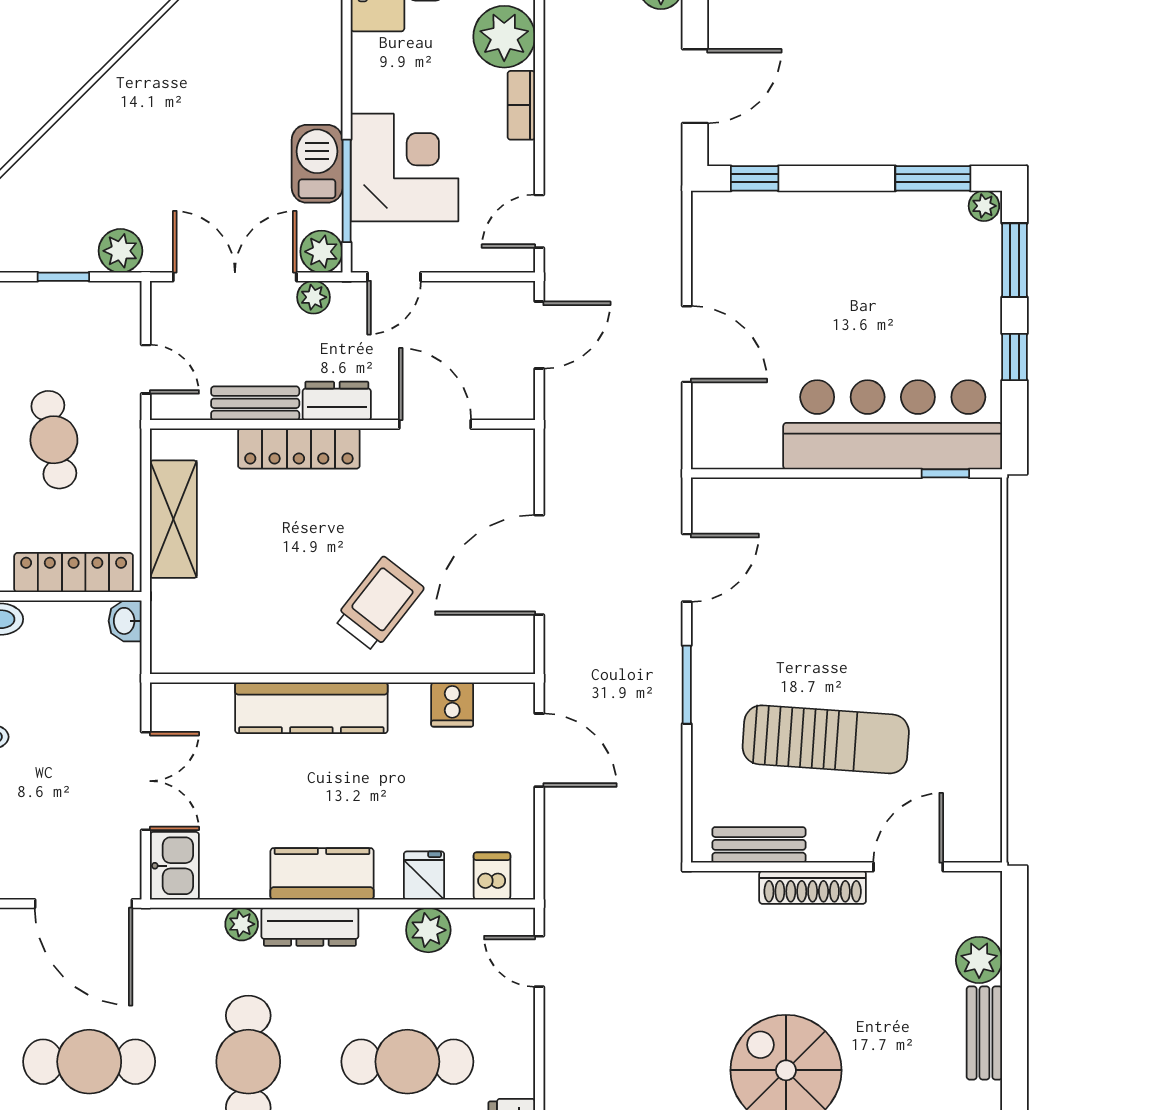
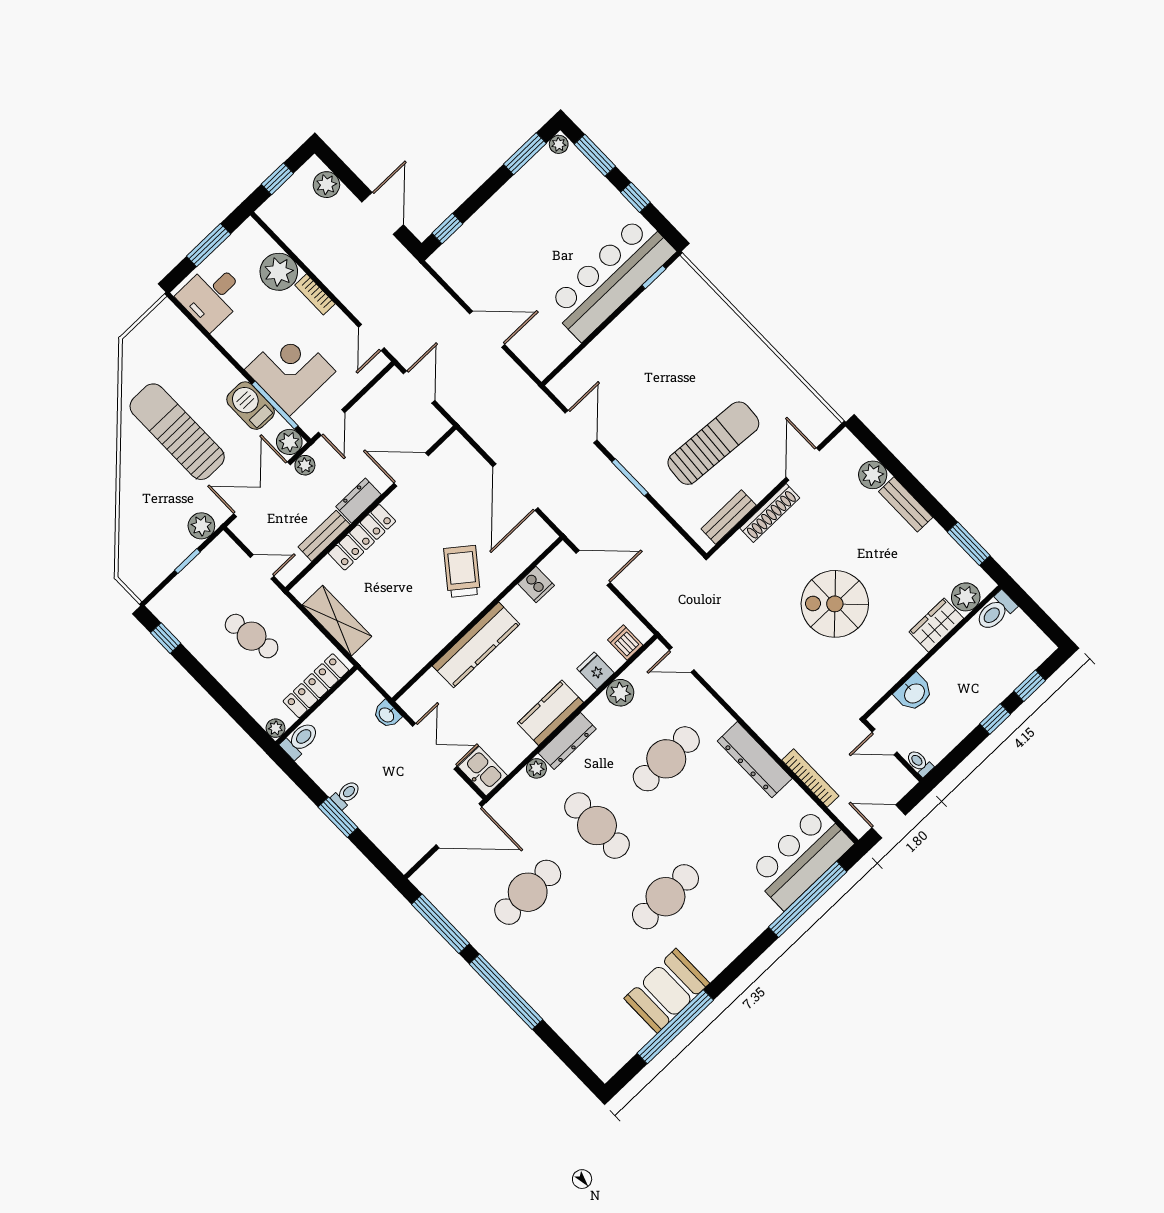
sun lounger: (200, 111) -> (177, 432), added
washbasin: (125, 621) -> (387, 715), moved

